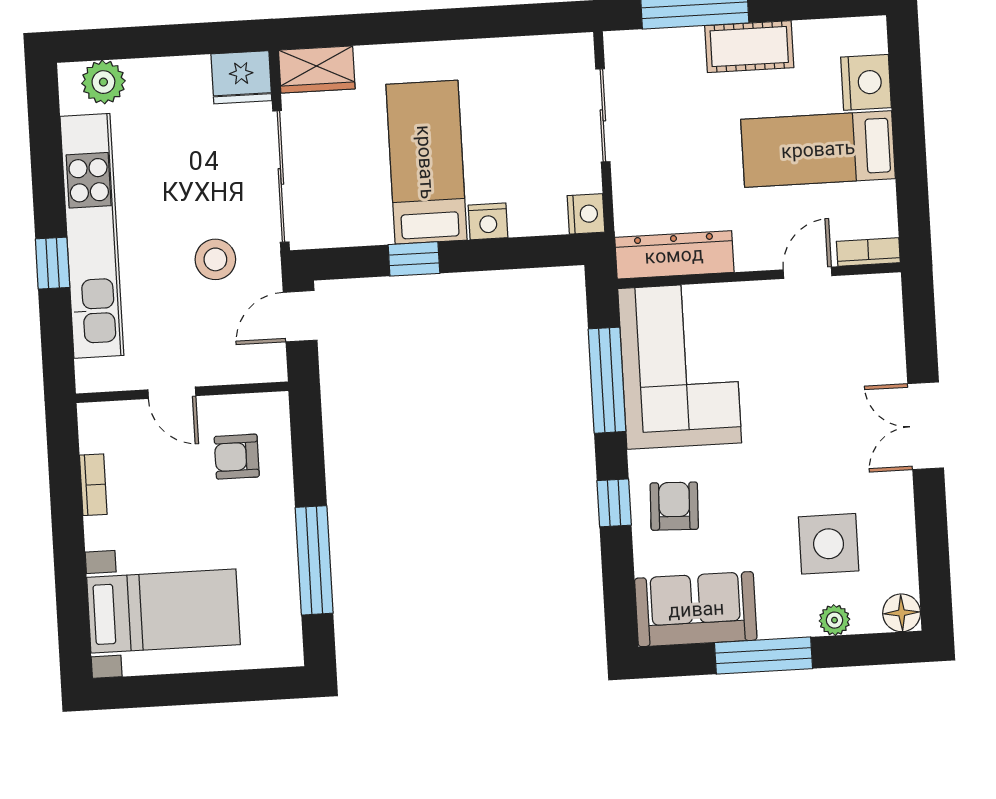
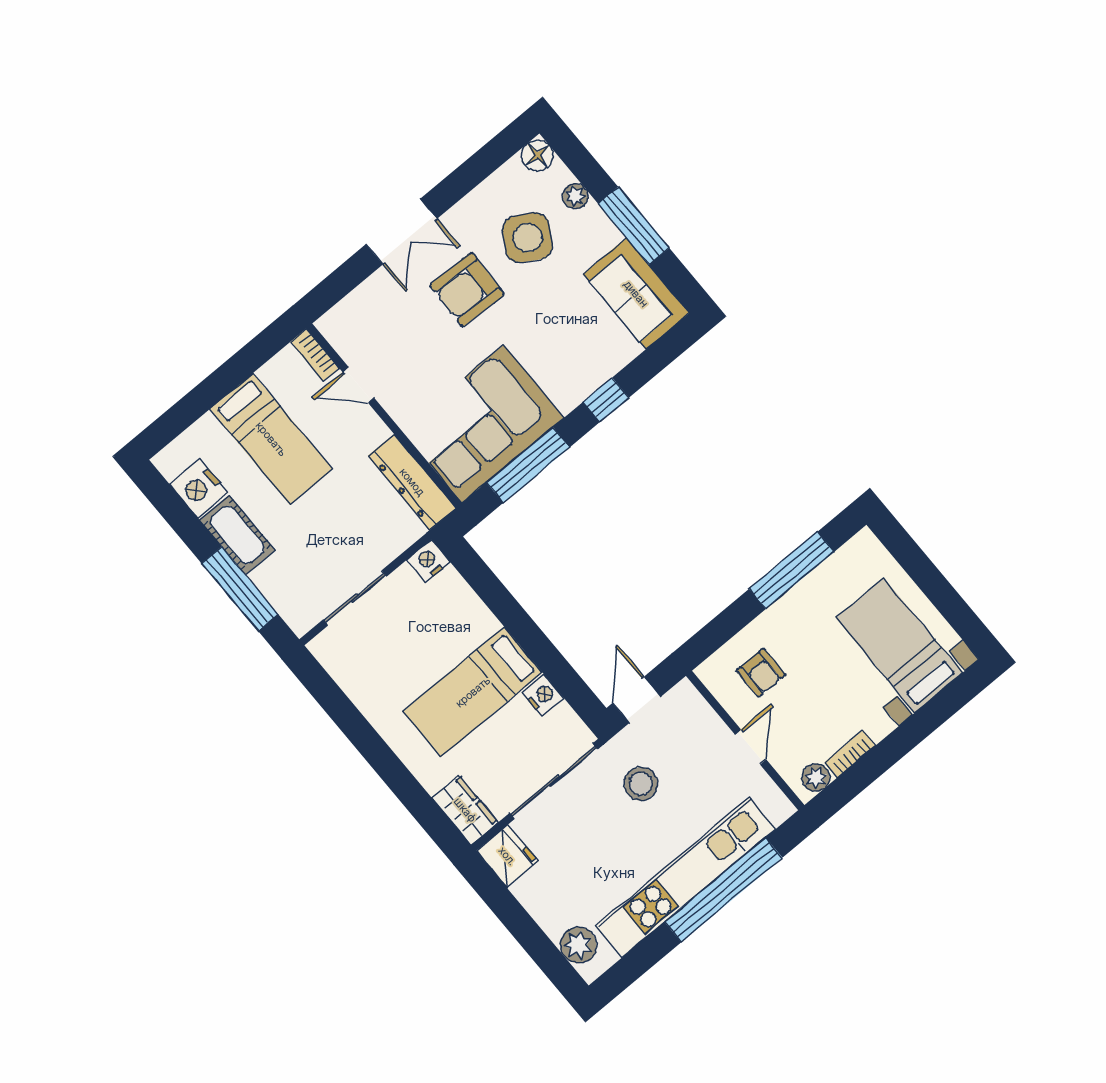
nightstand: (866, 82) -> (199, 488), moved, turned -90
nightstand: (488, 221) -> (543, 695), moved
window: (414, 259) -> (543, 652), removed
window: (53, 263) -> (723, 890), width x3.17
door: (300, 316) -> (637, 700), swing flipped
plant: (95, 434) -> (816, 777), added
armchair: (674, 506) -> (467, 290), moved, width x1.38, depth x1.38
side table: (829, 544) -> (528, 238), turned 30

